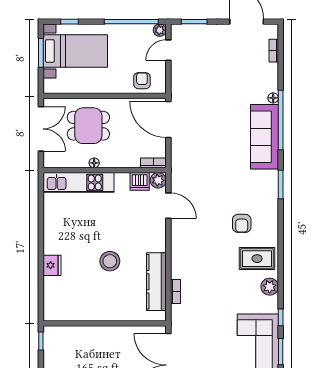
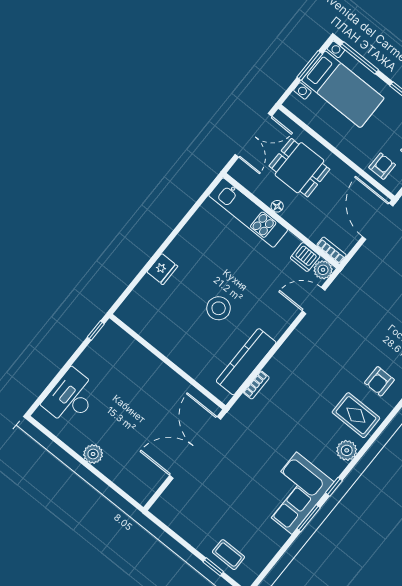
window: (69, 22) -> (359, 58), width x2.17
door: (168, 206) -> (314, 301), swing flipped
armchair: (242, 223) -> (379, 381), moved

